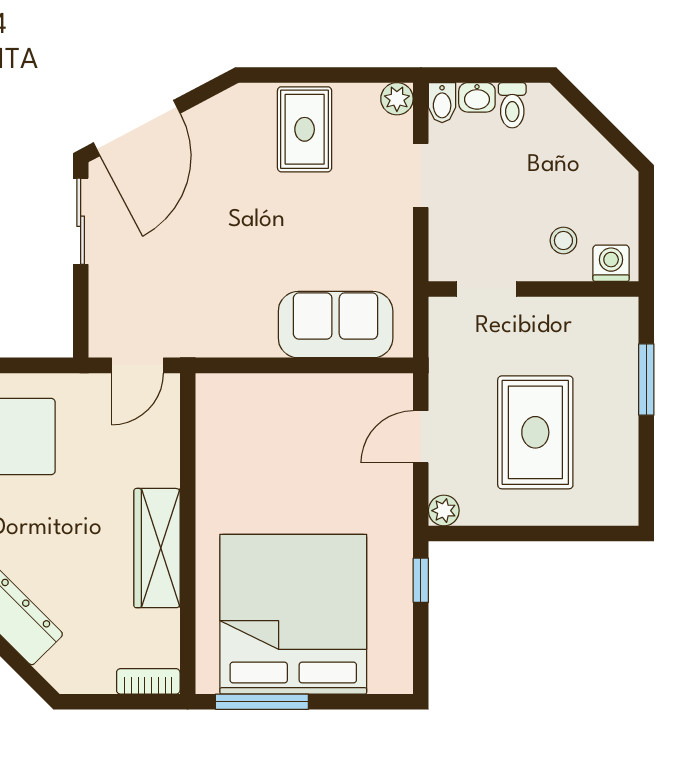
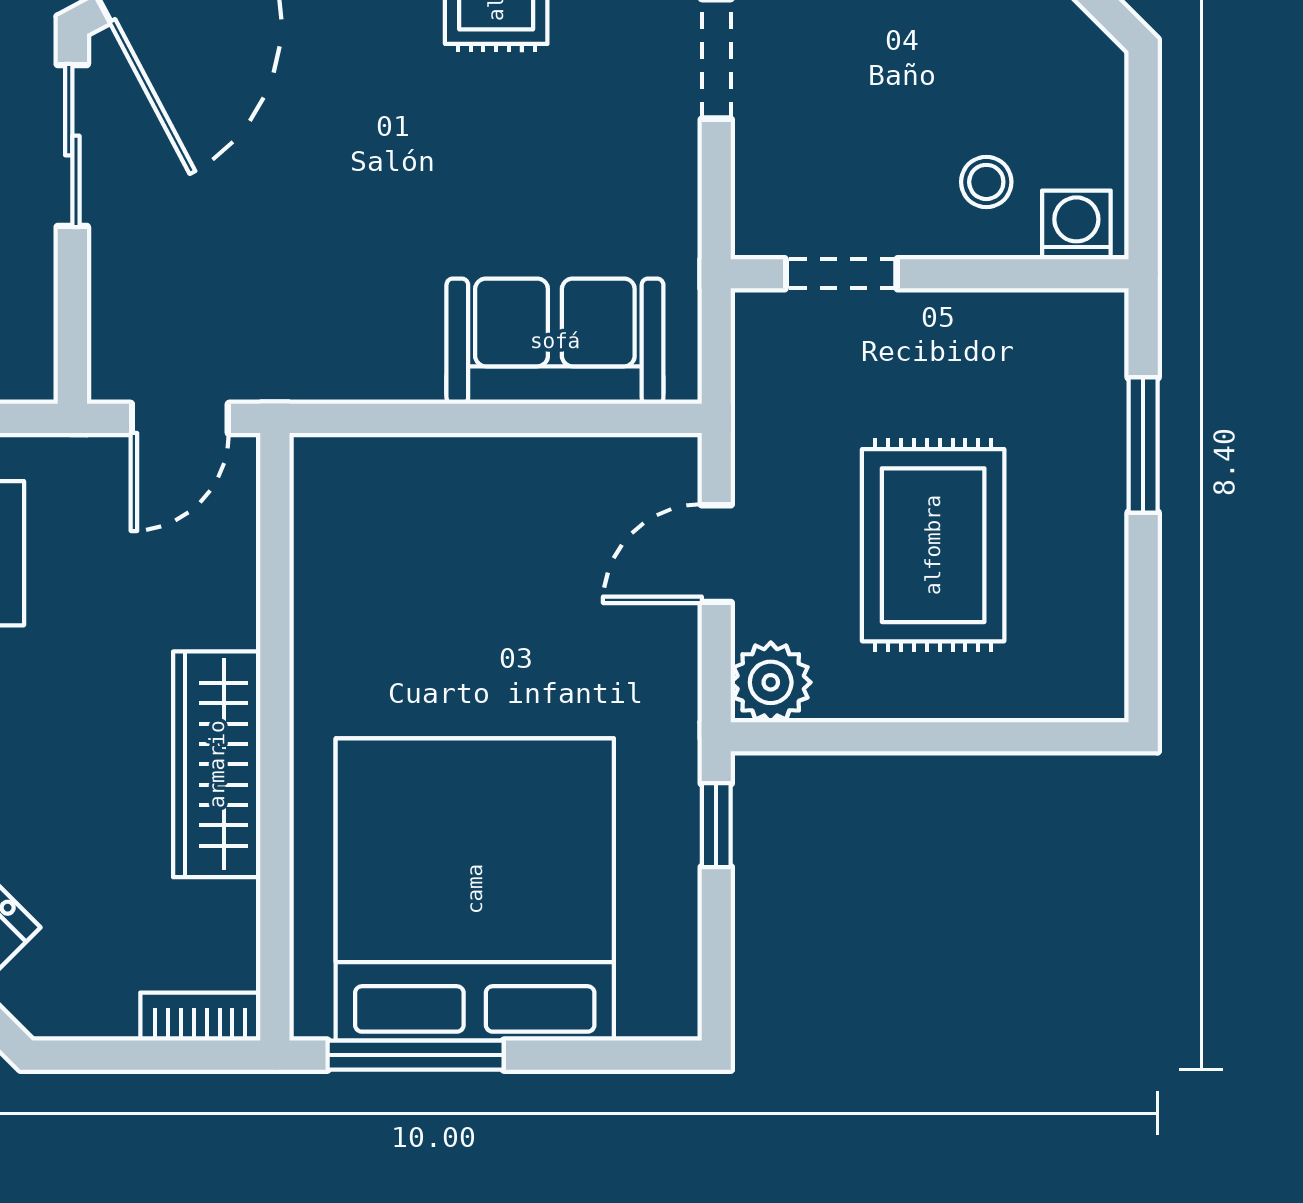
plant: (444, 511) -> (771, 682), width x1.38, depth x1.38

